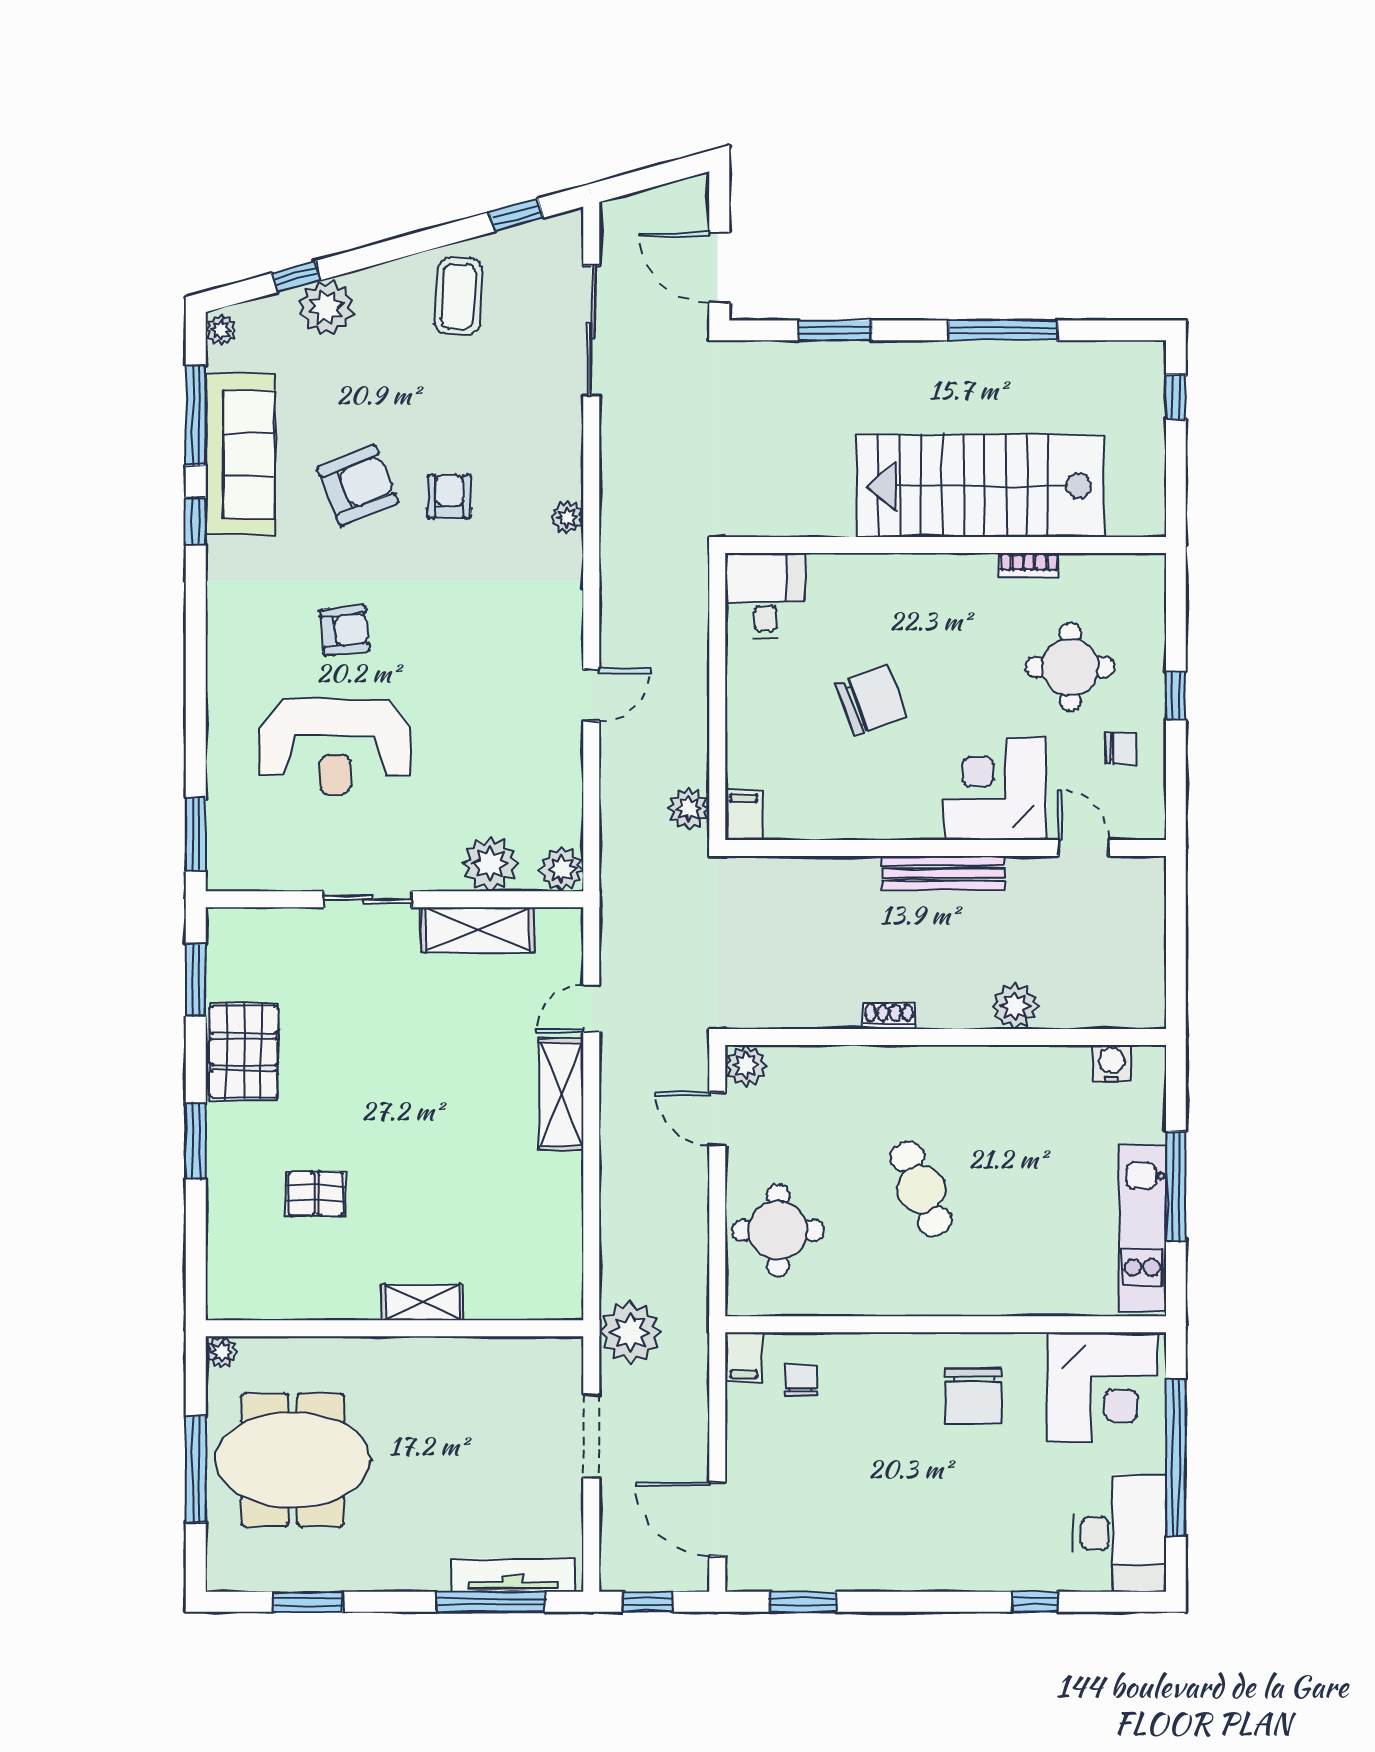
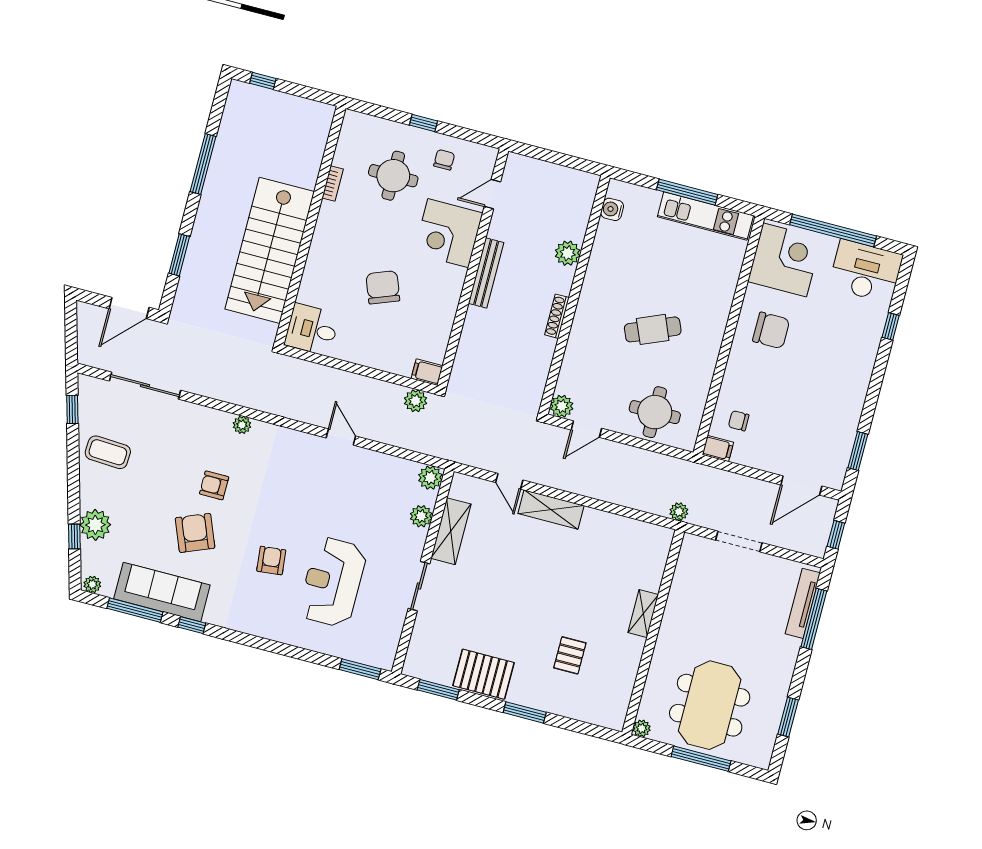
stairs: (980, 486) -> (270, 250), moved
reception desk: (335, 747) -> (333, 582), turned 180
plant: (490, 864) -> (421, 516), width x0.73, depth x0.73
shoe rack: (889, 1016) -> (557, 316), width x1.43
plant: (630, 1332) -> (679, 512), width x0.53, depth x0.53

